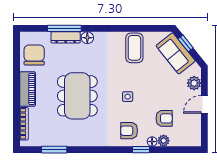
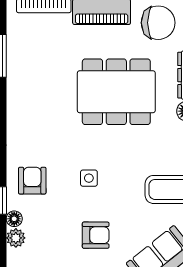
dining table: (77, 96) -> (116, 92), moved
armchair: (164, 118) -> (96, 235), moved, turned -90

